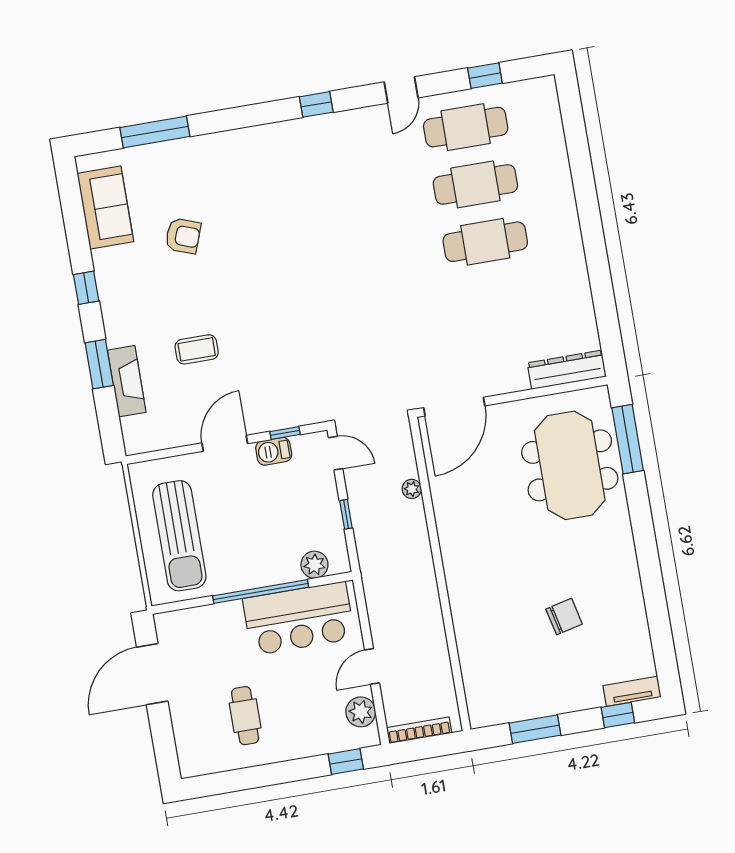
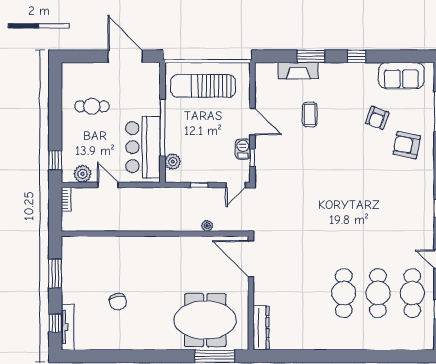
armchair: (220, 179) -> (407, 145), added
tv unit: (632, 691) -> (68, 327), width x1.41
bookcase: (419, 730) -> (66, 199), width x0.64

